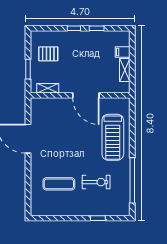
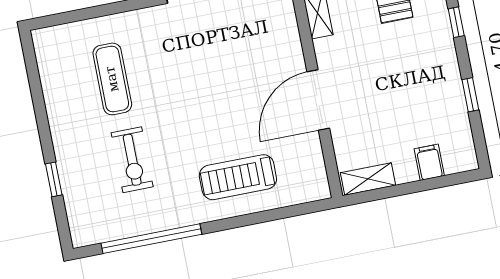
window: (74, 28) -> (456, 22), moved
shelving: (125, 70) -> (368, 179), moved
treadmill: (113, 137) -> (238, 177), width x0.73, depth x0.73

